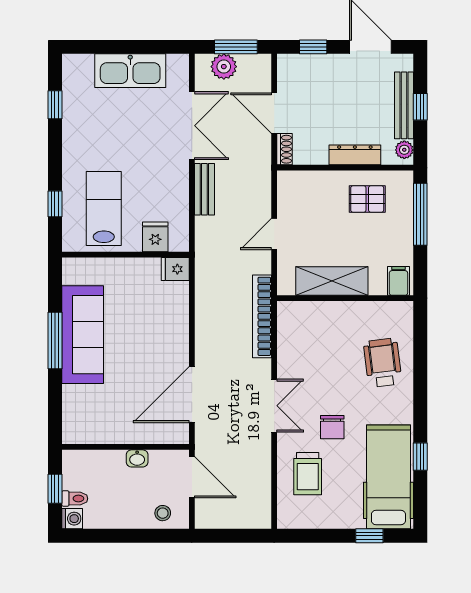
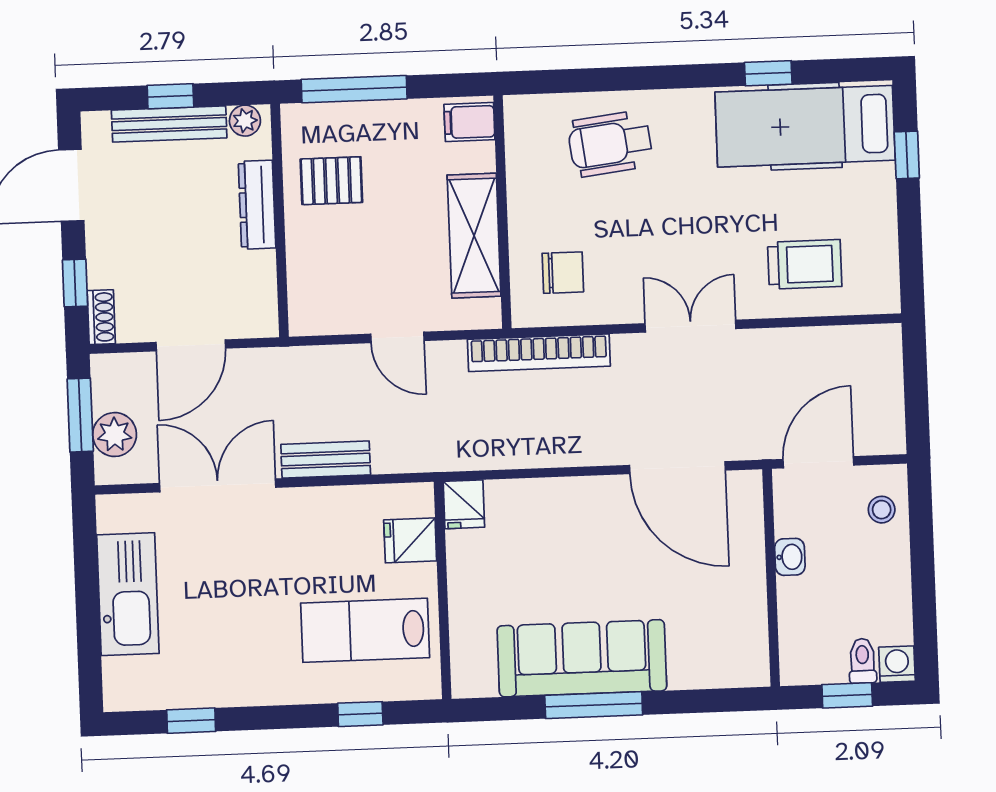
shoe rack: (285, 149) -> (101, 317), moved, turned 90
pallet: (367, 199) -> (331, 181), turned 90
chair: (332, 427) -> (563, 273), moved

